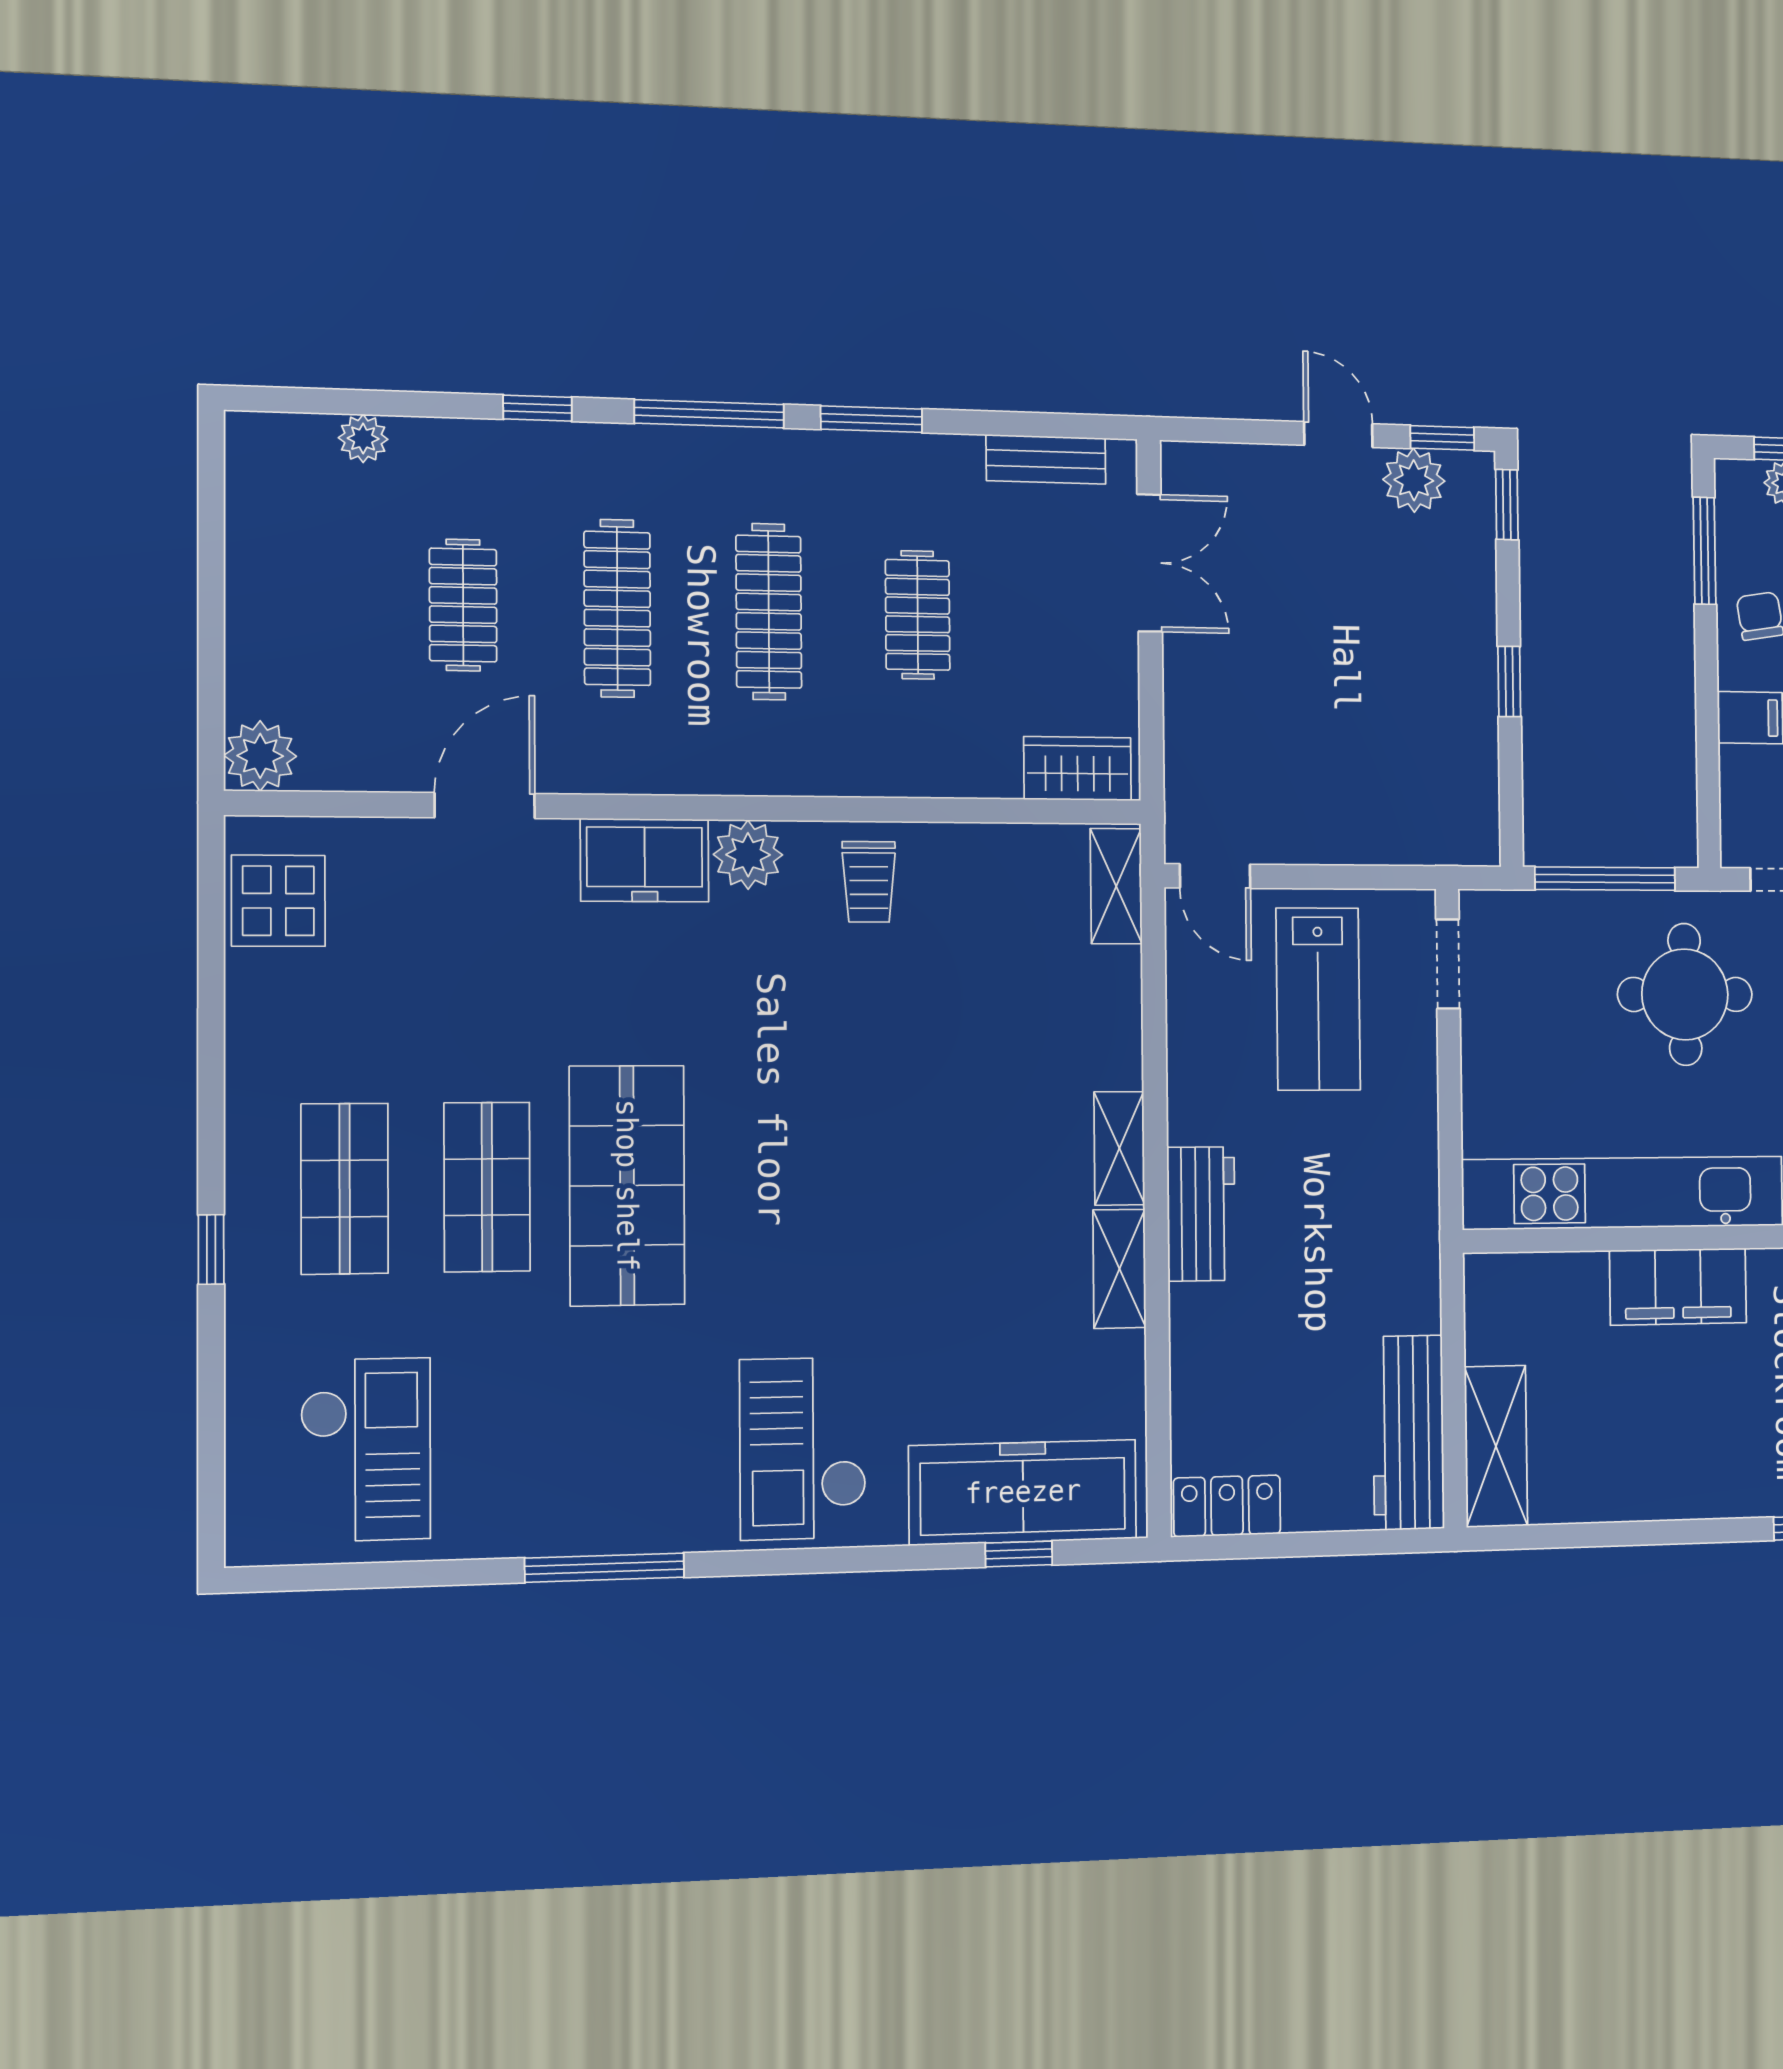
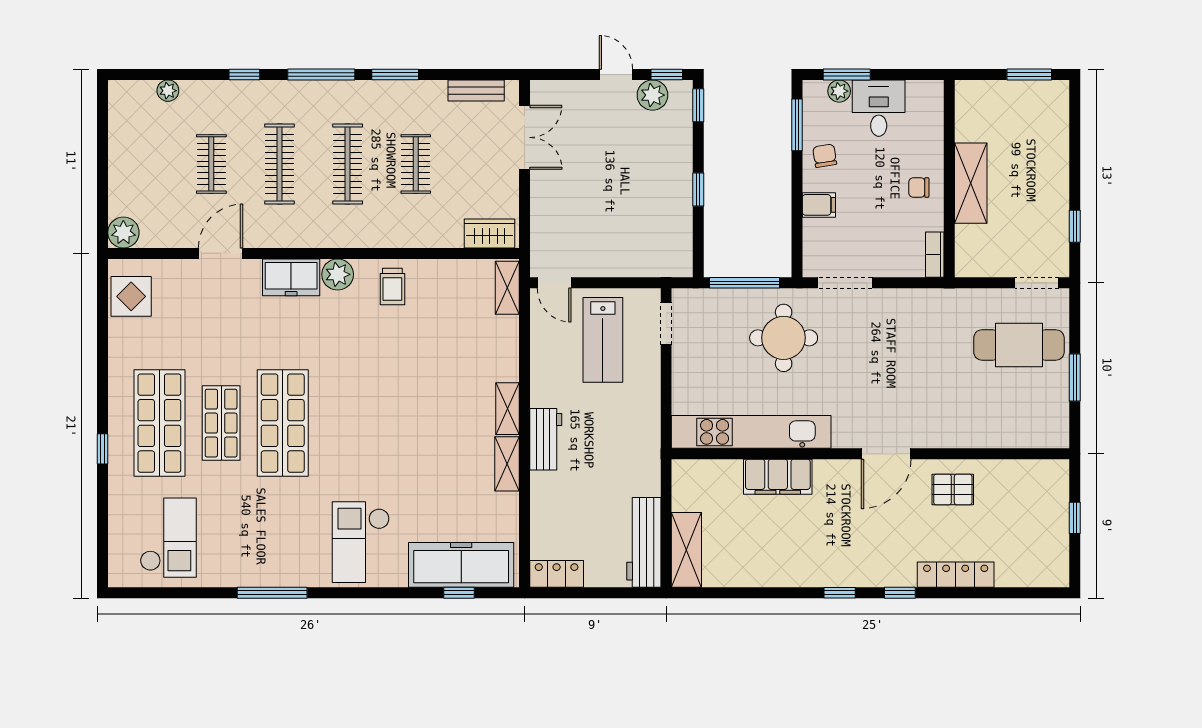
shop shelf: (345, 1189) -> (159, 423), width x1.43, depth x1.36

